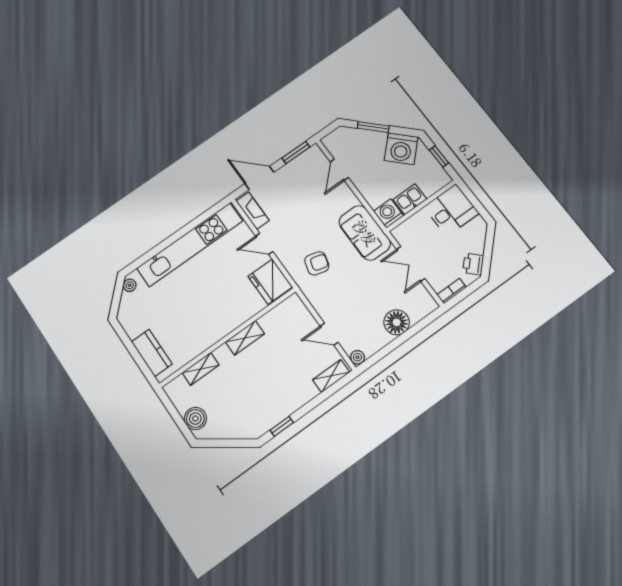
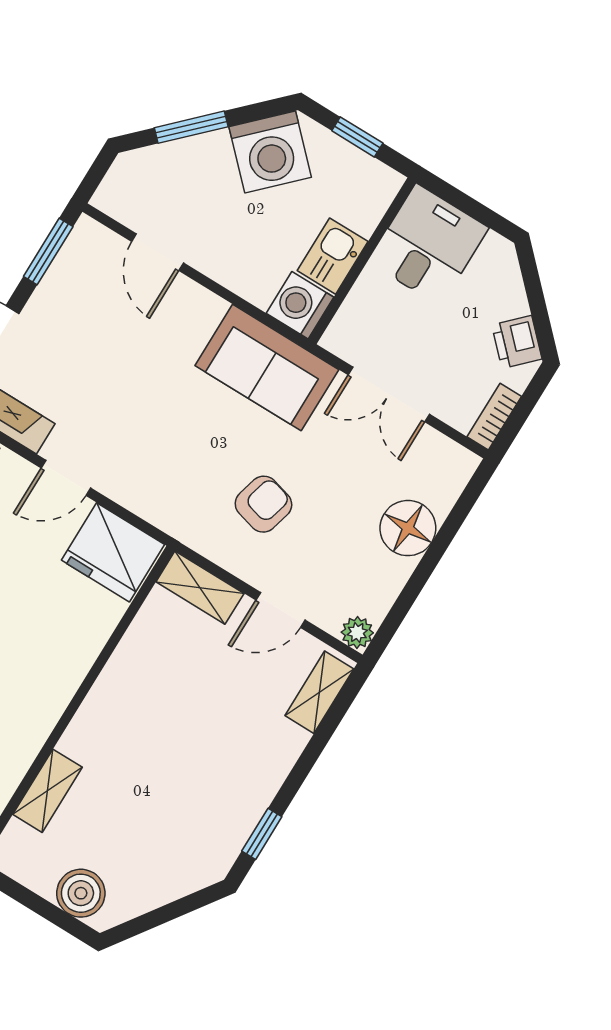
armchair: (317, 263) -> (263, 504), moved
shelving: (245, 338) -> (200, 588), moved, turned 90

